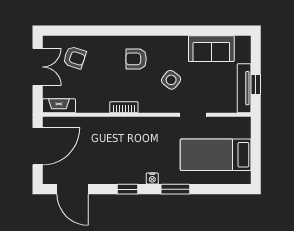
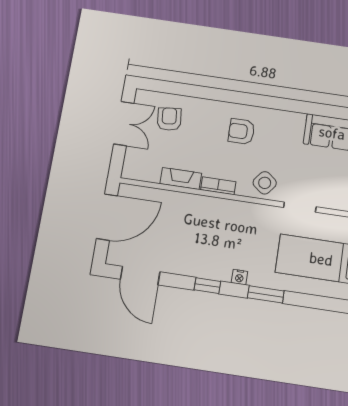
armchair: (75, 58) -> (169, 119), turned -114
side table: (171, 80) -> (265, 183), moved
fireplace: (59, 106) -> (181, 178), moved

